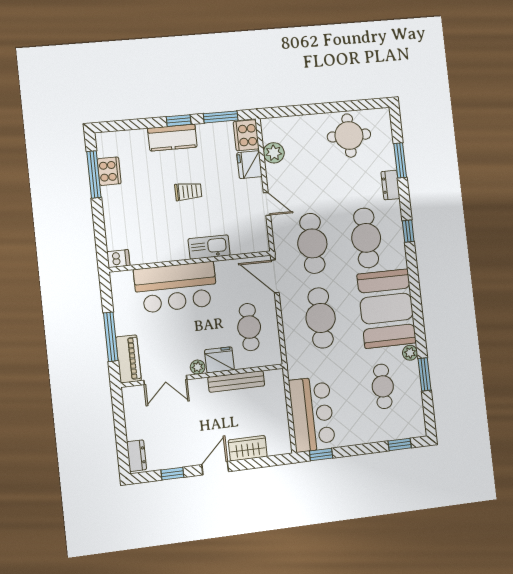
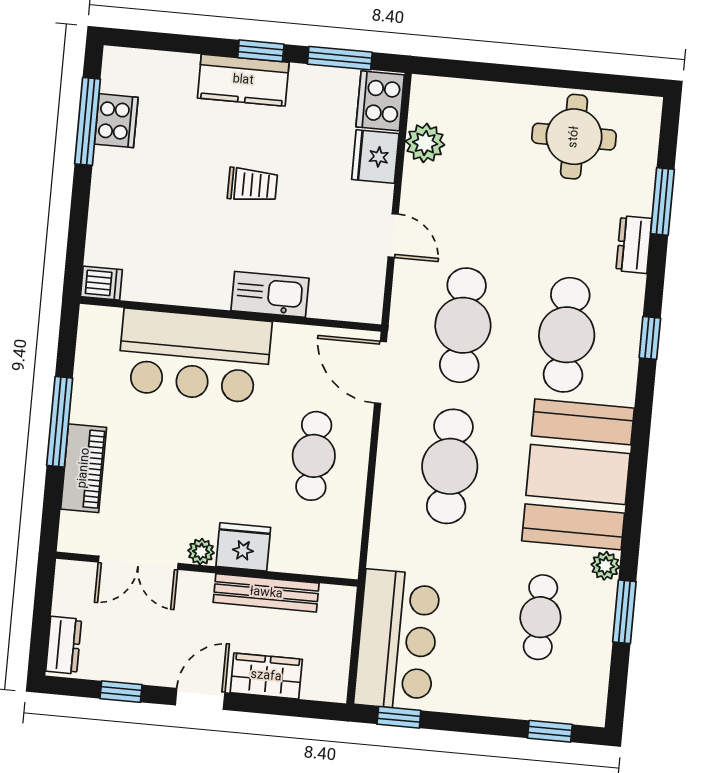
fridge: (219, 360) -> (243, 547), moved
plant: (198, 367) -> (201, 552), moved
wall: (203, 376) -> (207, 569), moved
double door: (165, 380) -> (138, 563), moved
bench: (236, 381) -> (266, 593), moved

